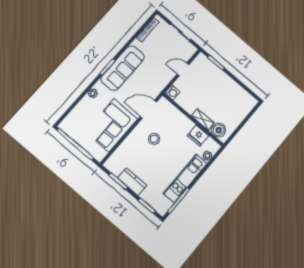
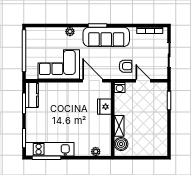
armchair: (159, 73) -> (125, 66), added
fridge: (198, 136) -> (104, 107), moved
stool: (154, 139) -> (75, 103), removed
kitchen unit: (185, 178) -> (50, 149), moved
kitchen counter: (132, 181) -> (32, 95), moved

